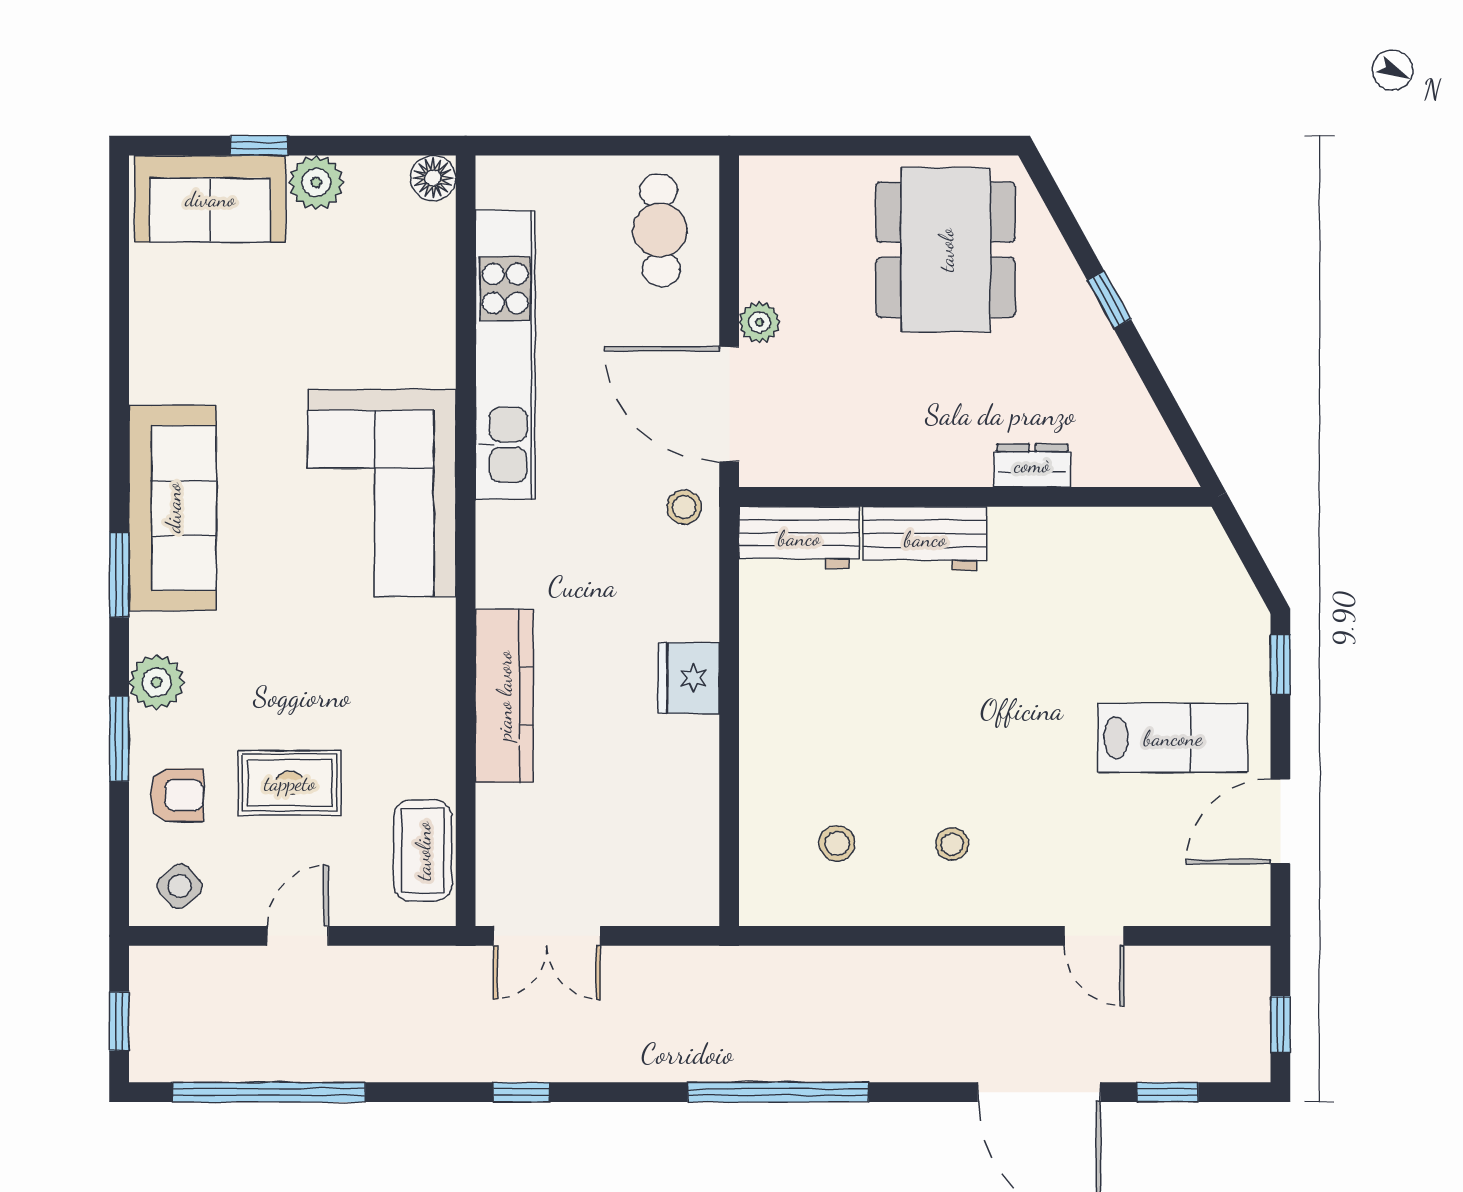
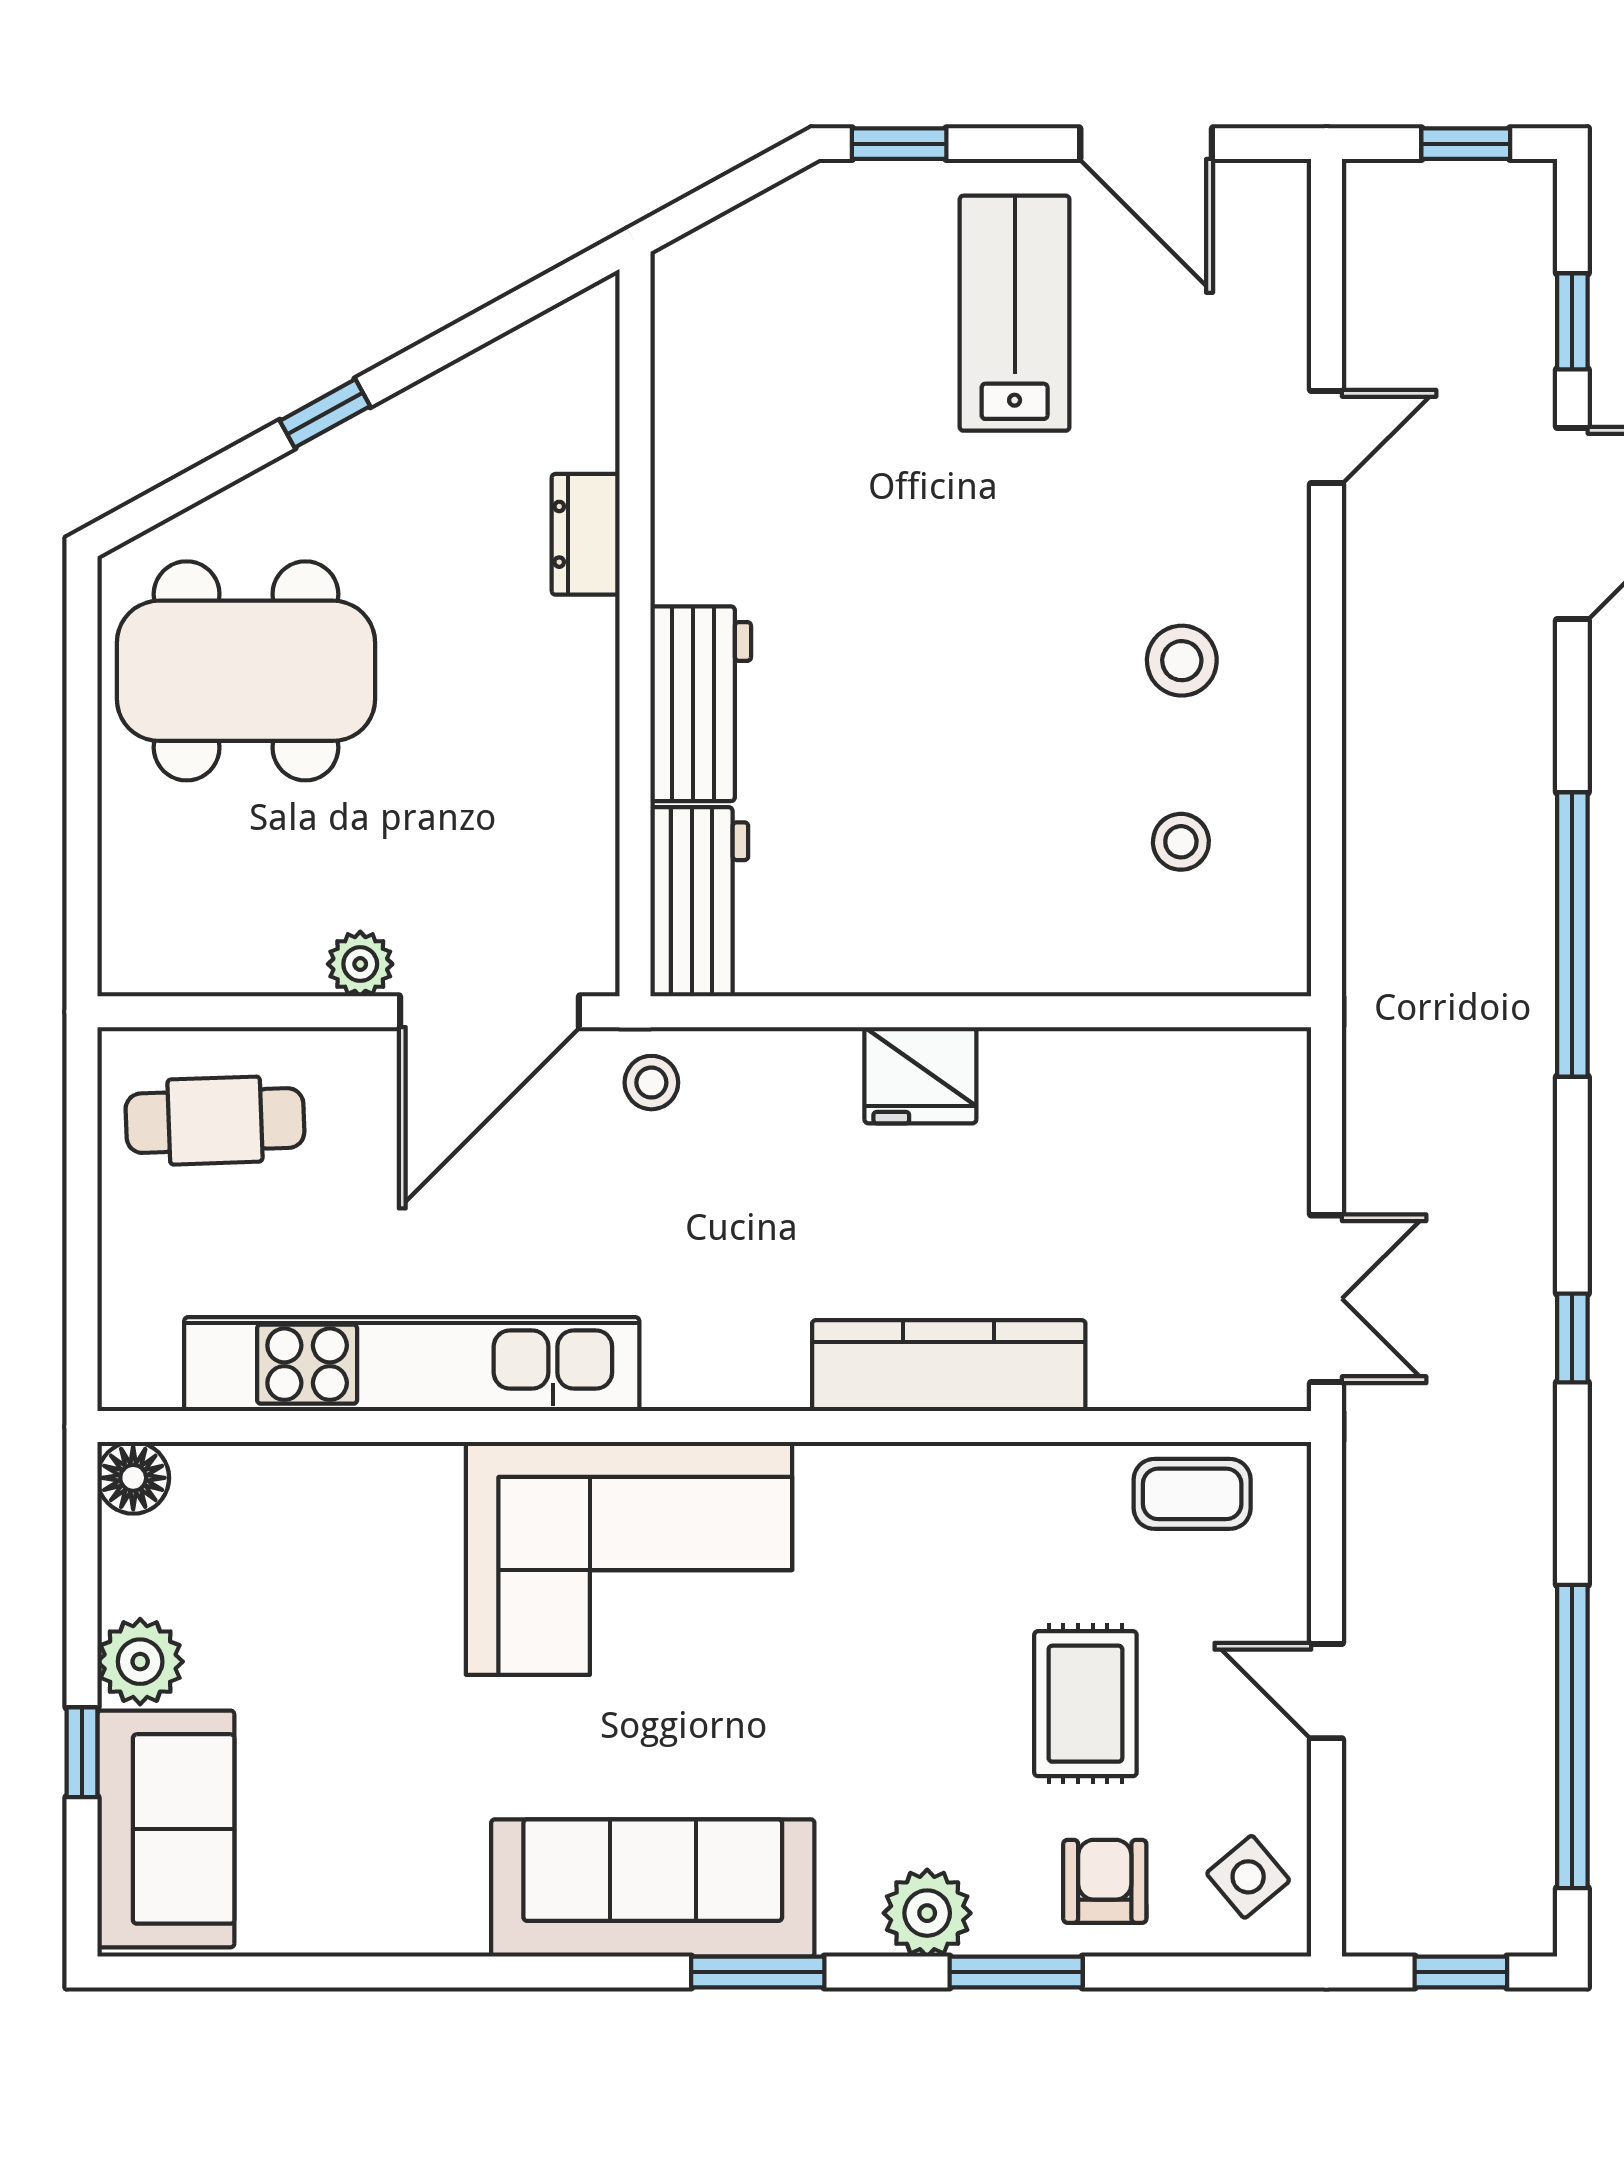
stool: (952, 844) -> (1182, 661), width x1.37, depth x1.37
coffee table: (423, 851) -> (1192, 1494), width x0.73, depth x0.77

